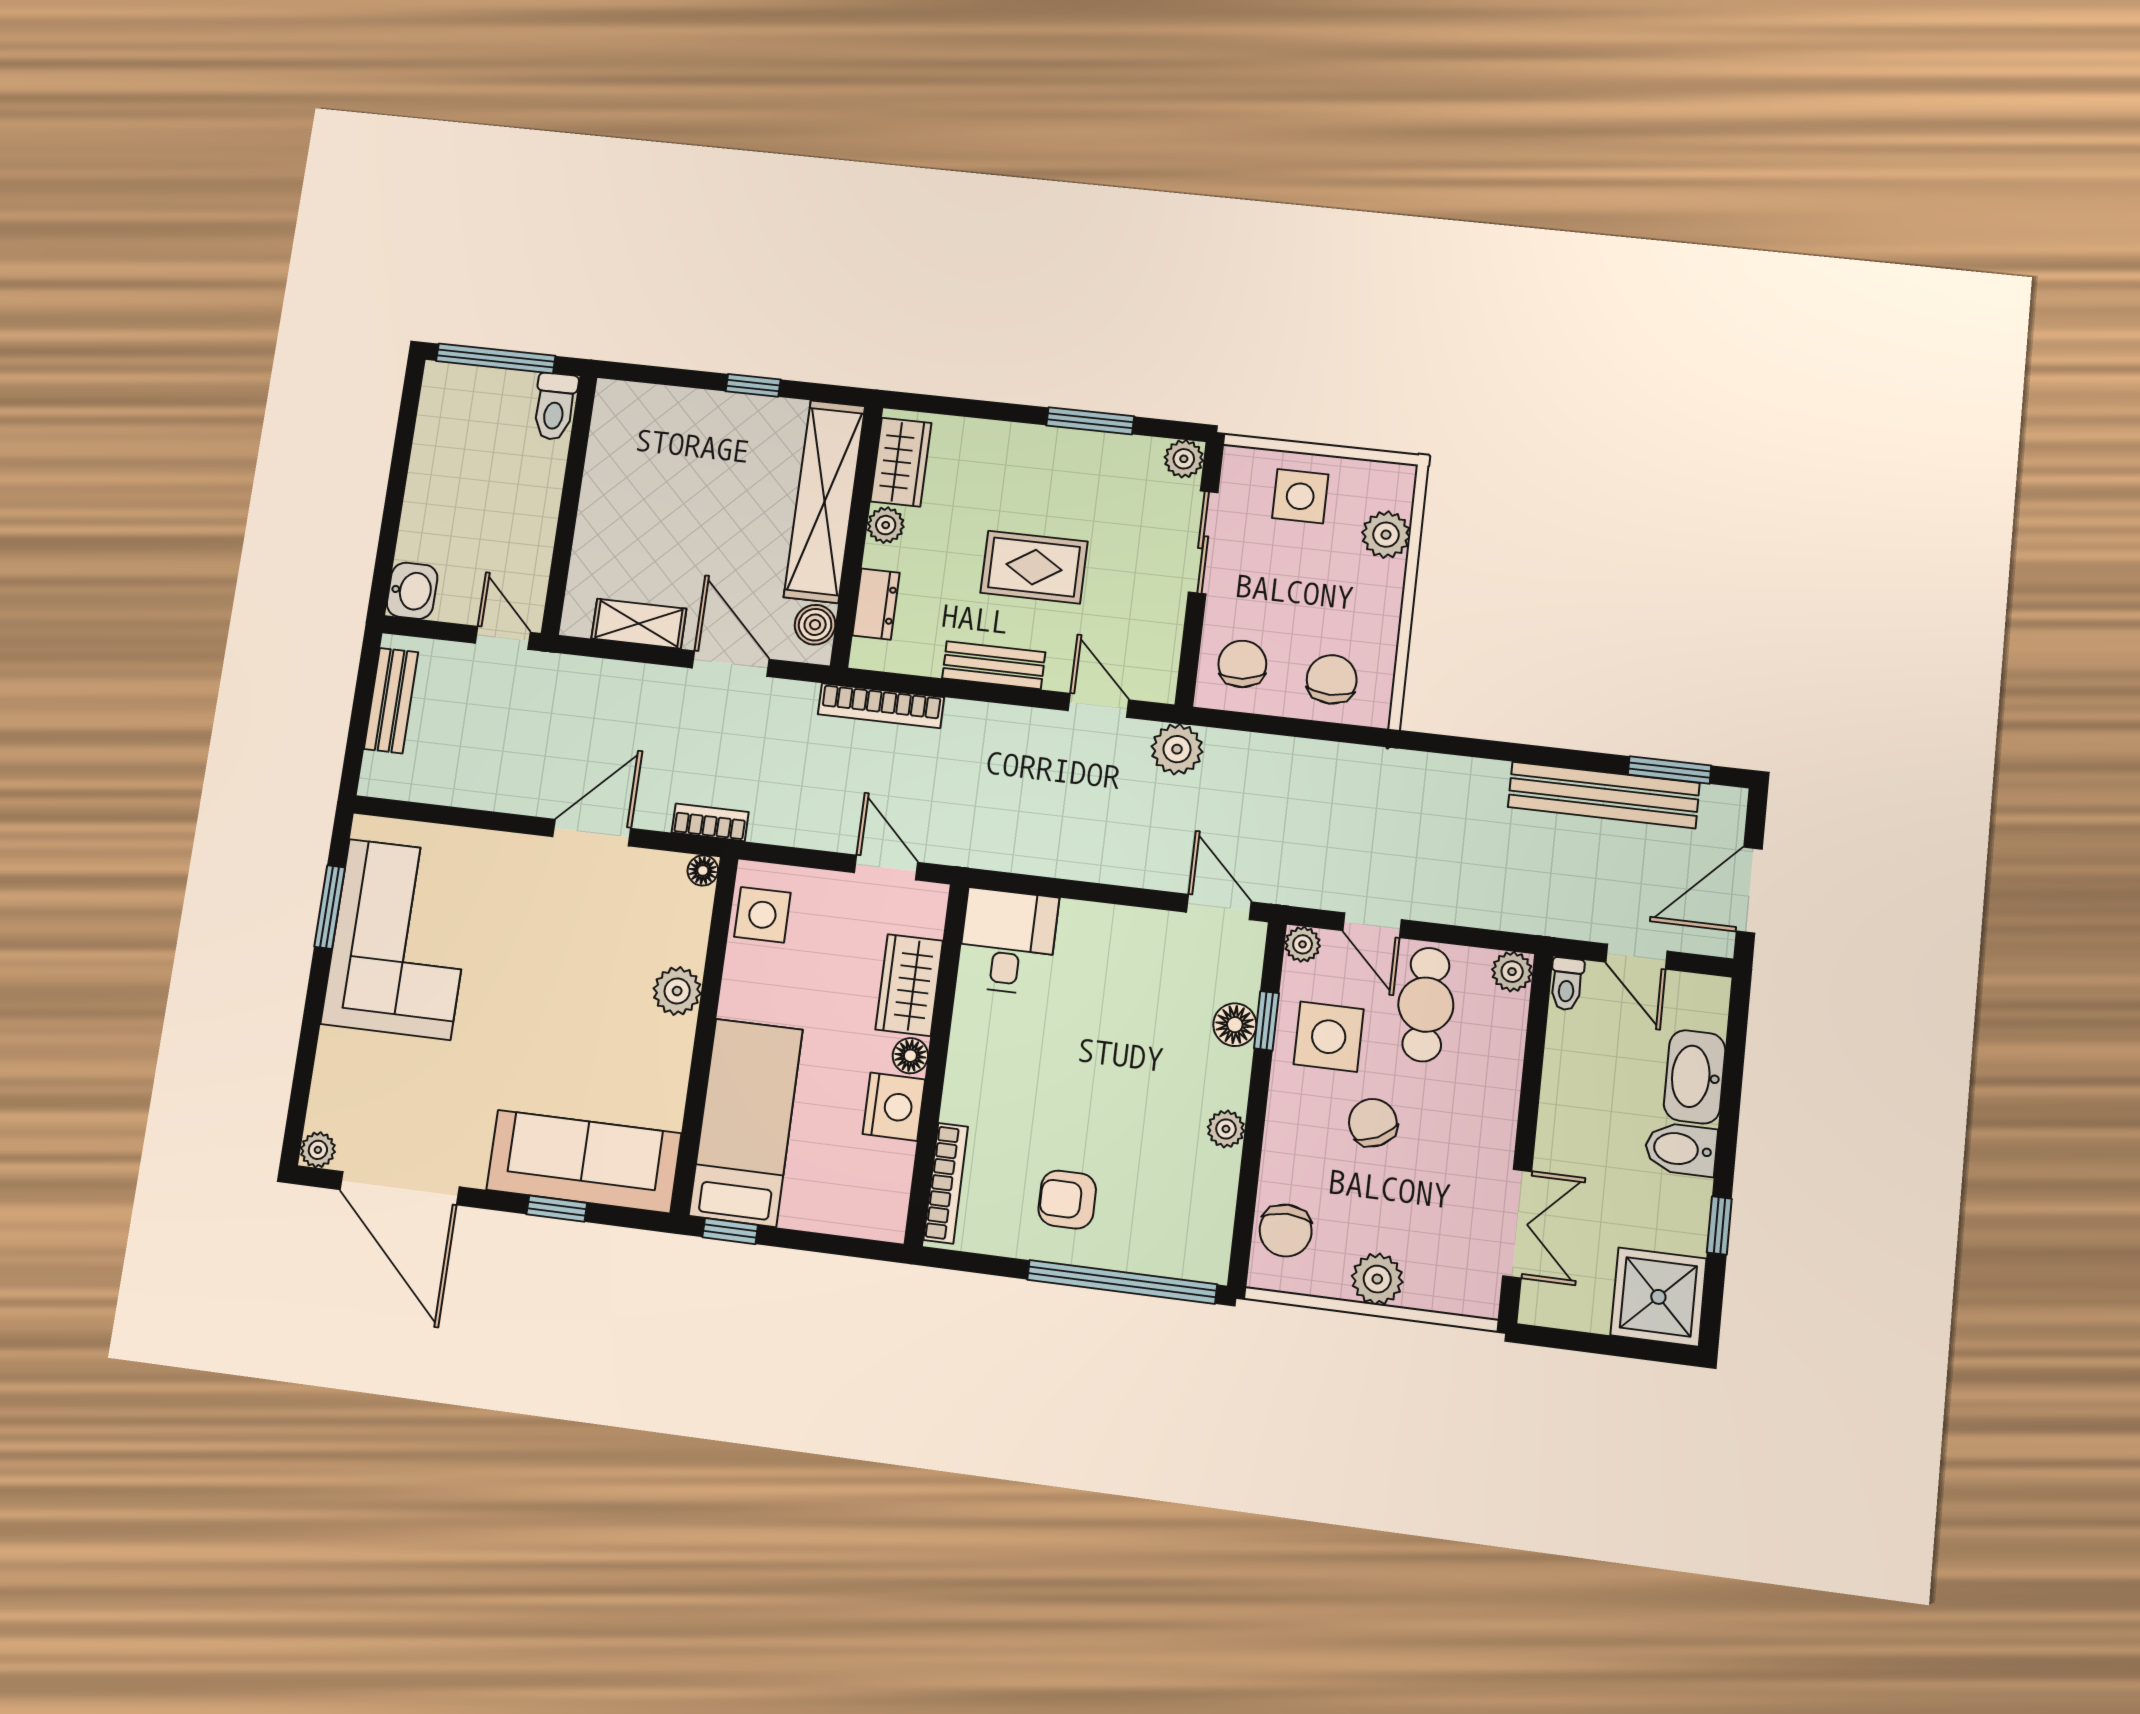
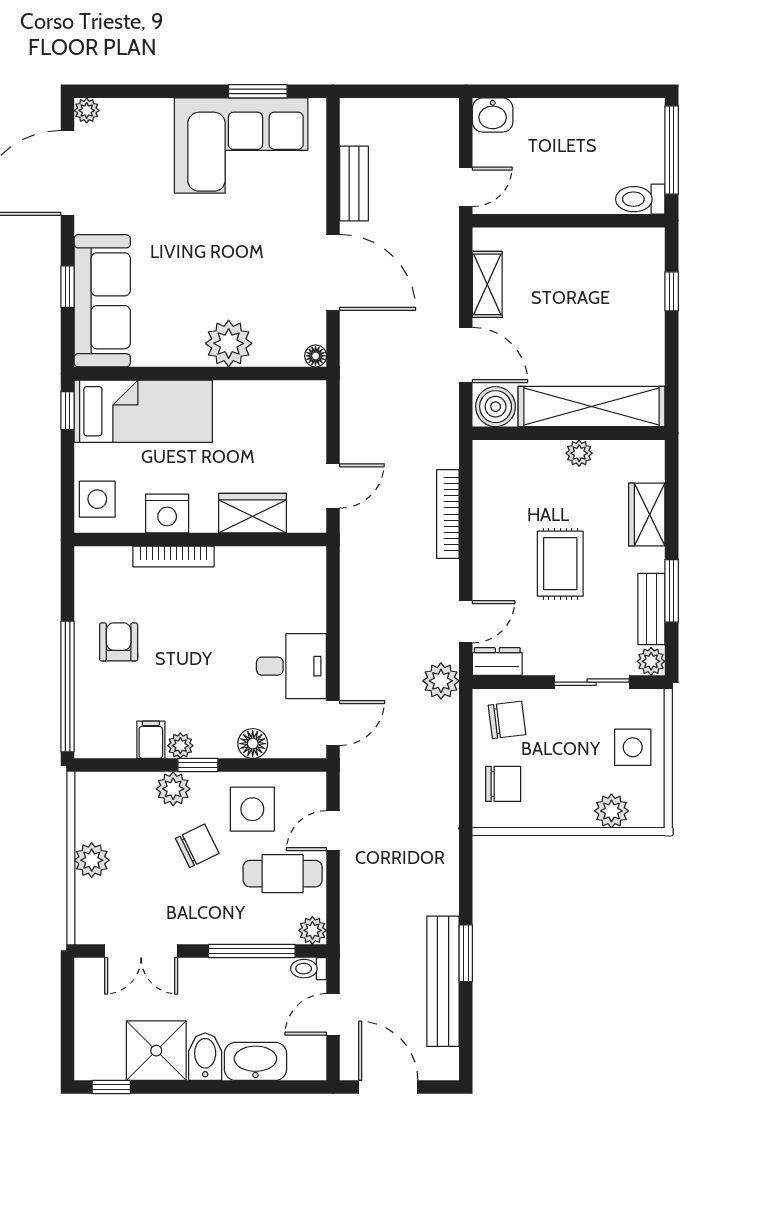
window: (753, 385) -> (672, 291), moved
wardrobe: (901, 462) -> (647, 515), moved, turned 90
dresser: (876, 604) -> (497, 662), moved, turned 180
boiler: (815, 625) -> (496, 407), width x1.36, depth x1.36
door: (731, 664) -> (466, 355), hinge flipped
bench: (994, 665) -> (651, 609), moved
bench: (391, 701) -> (354, 183), moved, turned 90
bookcase: (881, 706) -> (448, 514), moved
window: (1670, 770) -> (466, 953), moved
bookcase: (710, 822) -> (350, 356), removed
door: (592, 833) -> (333, 272), width x1.36
side table: (762, 915) -> (97, 499), moved
desk: (1008, 941) -> (291, 666), moved
plant: (1303, 944) -> (173, 789), moved, width x1.38, depth x1.38
plant: (677, 991) -> (229, 343), width x1.36, depth x1.36
window: (1266, 1021) -> (198, 765), moved
floor lamp: (910, 1056) -> (204, 520), removed
window: (1533, 1062) -> (252, 951), added
filing cabinet: (1213, 1171) -> (151, 740), added
bookcase: (946, 1183) -> (174, 556), moved
window: (1719, 1226) -> (111, 1087), moved
chair: (1286, 1230) -> (117, 794), removed
shower: (1658, 1297) -> (156, 1051), moved

